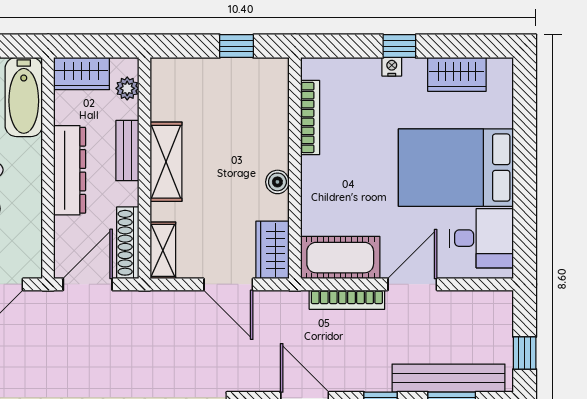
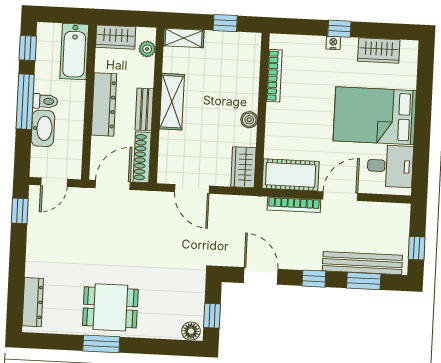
bench: (127, 151) -> (144, 109), moved
shelving: (163, 250) -> (184, 38), moved, turned 90
door: (228, 284) -> (192, 189), moved

